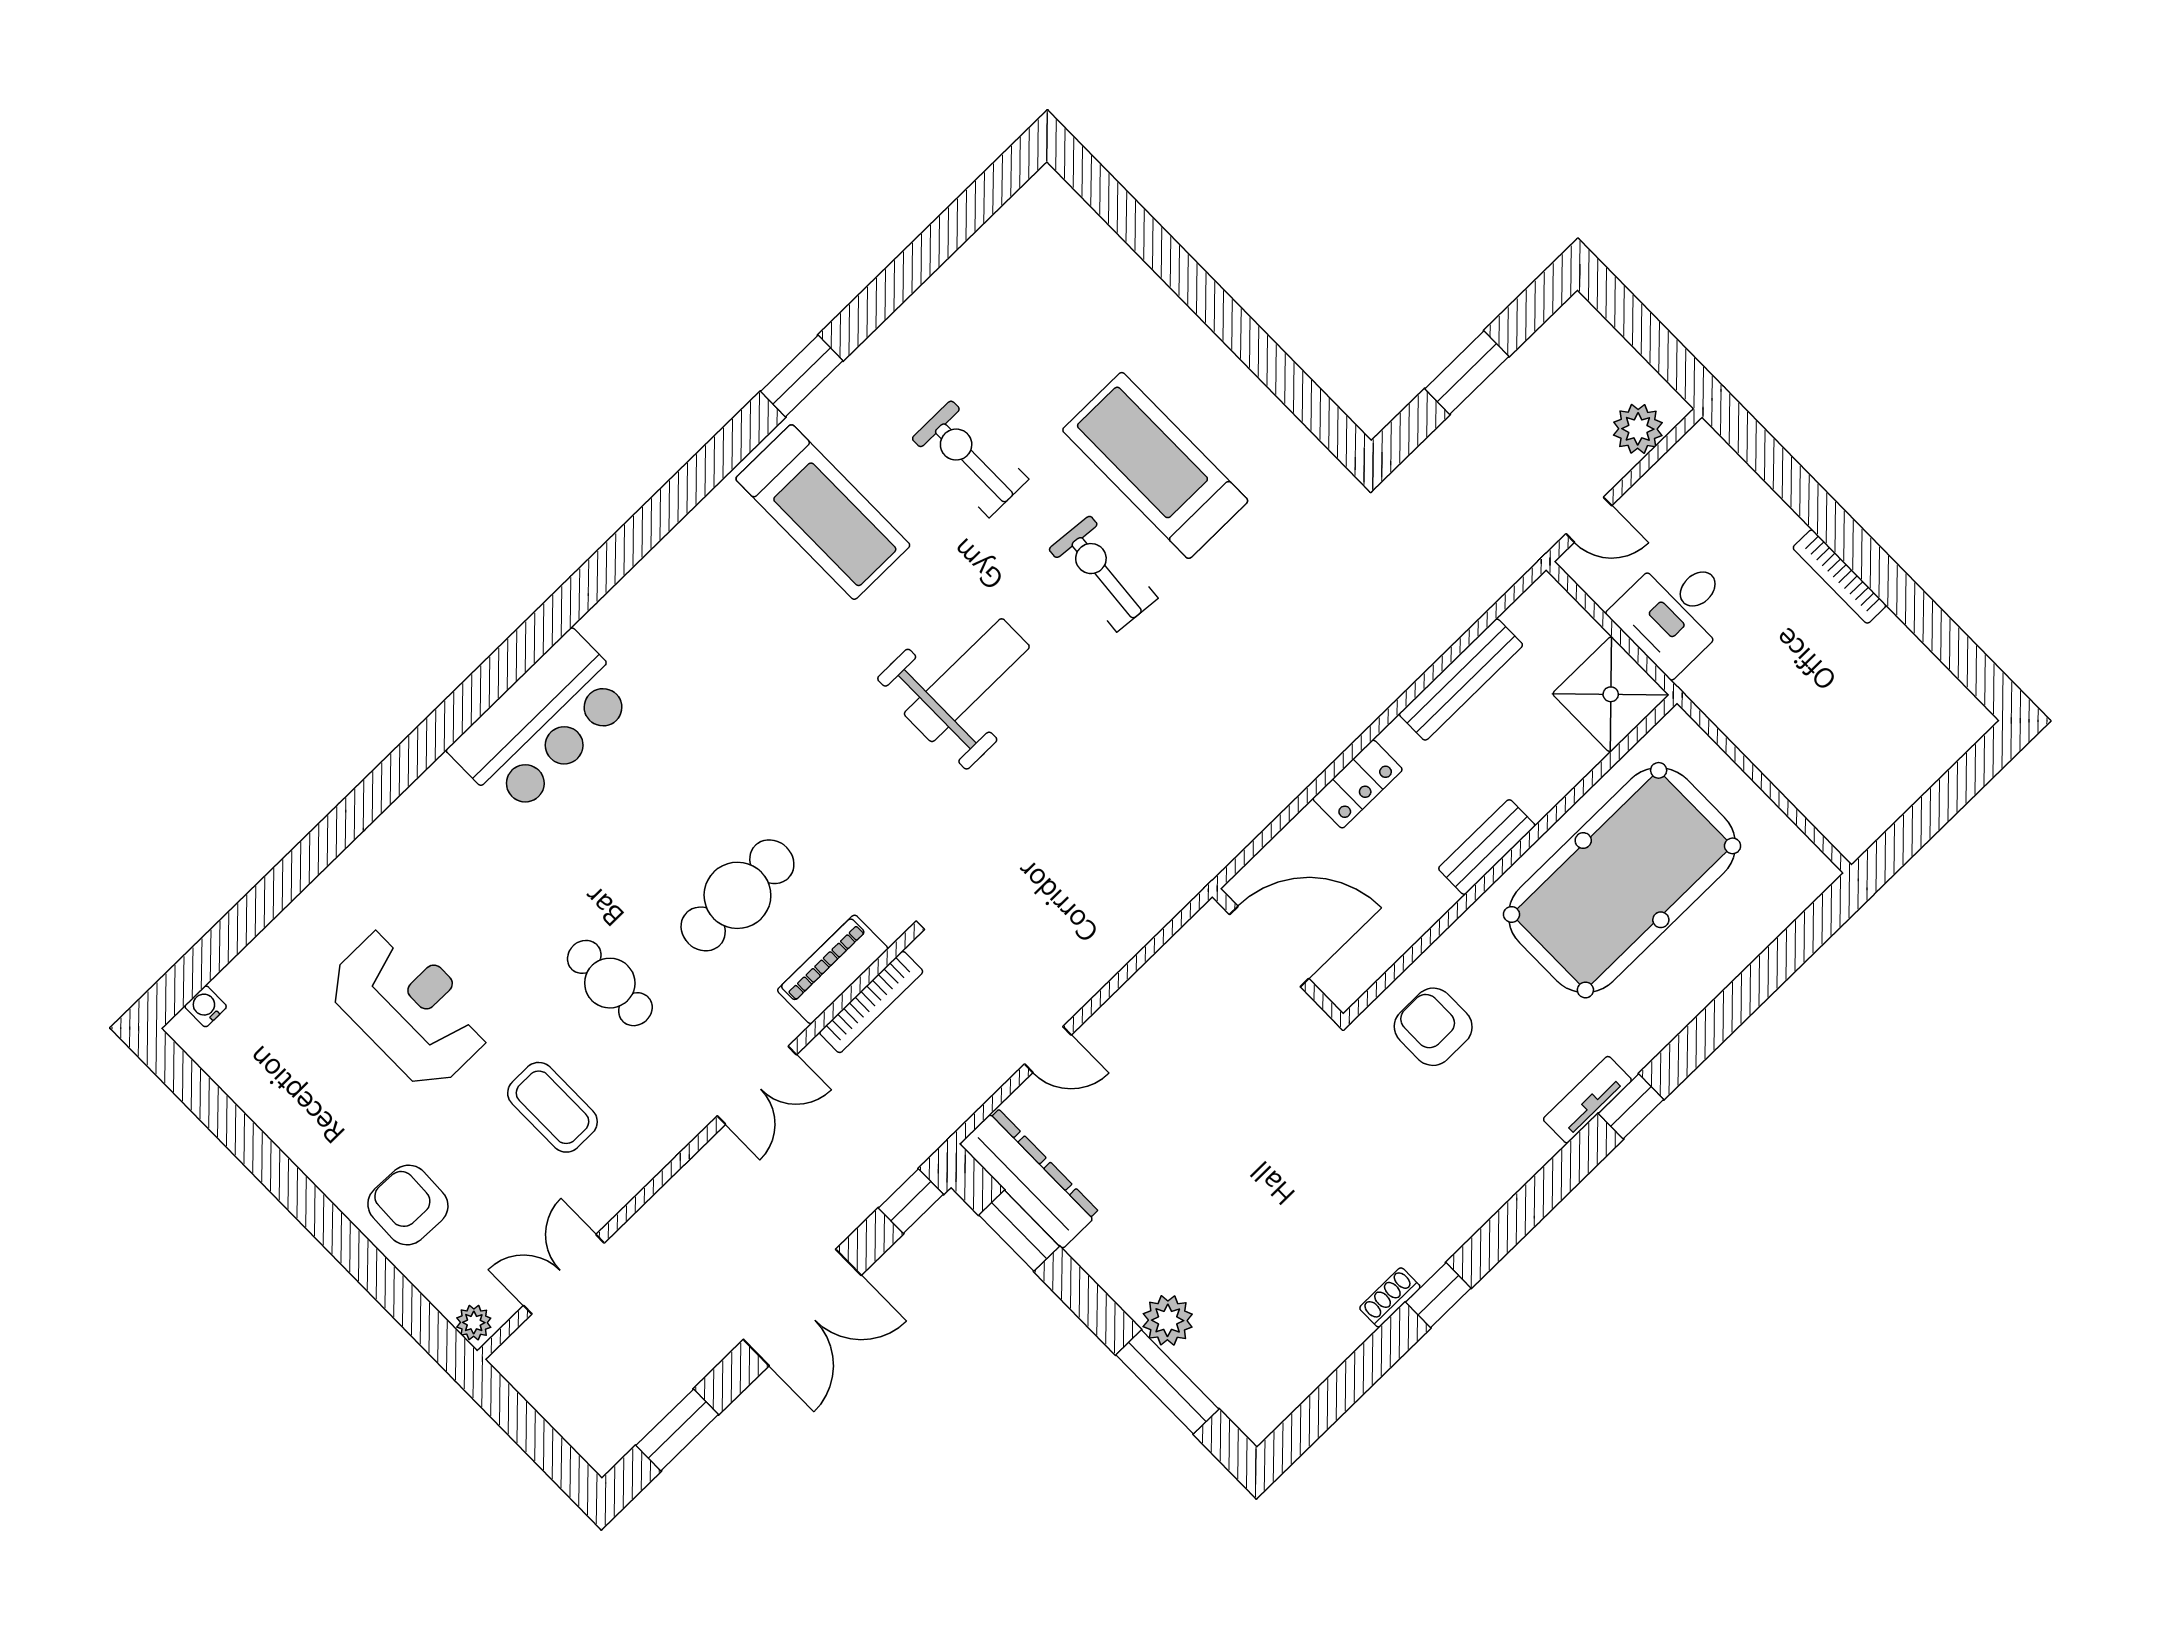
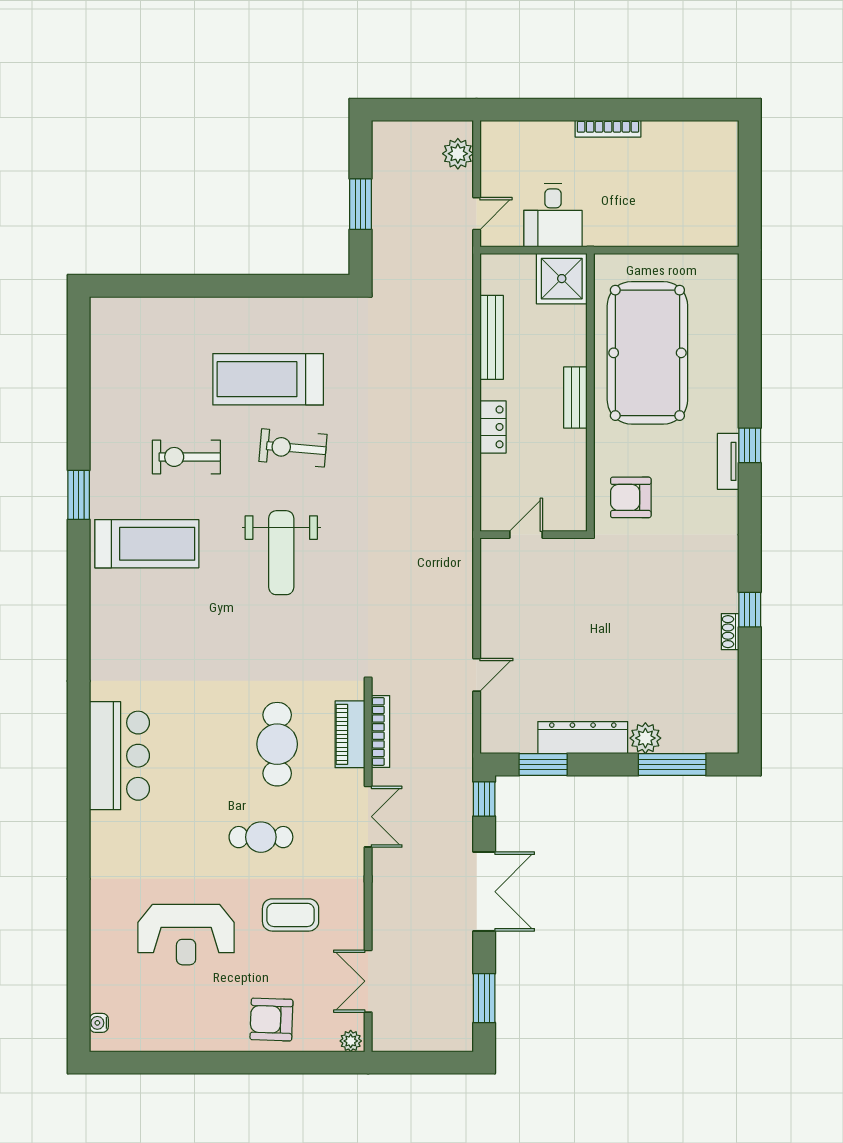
weight bench: (967, 680) -> (281, 553), turned 180
door: (1269, 947) -> (526, 535), width x0.53
reception desk: (409, 1007) -> (186, 935), turned 180
dresser: (1030, 1178) -> (583, 738), moved

